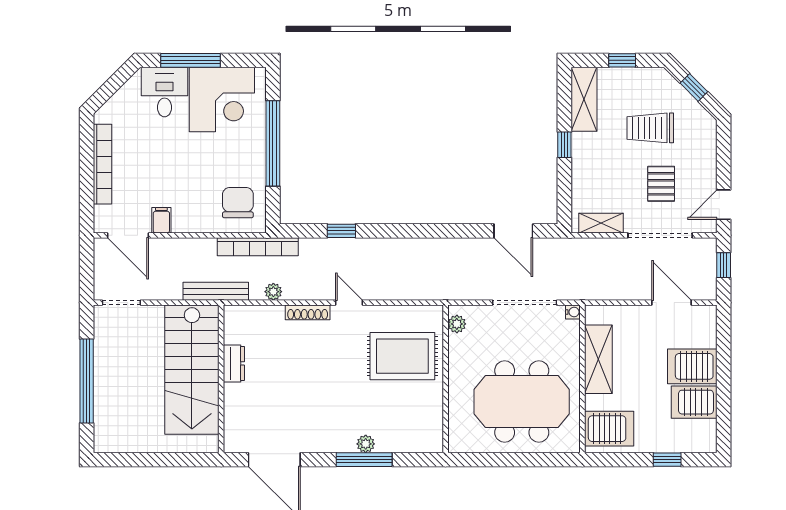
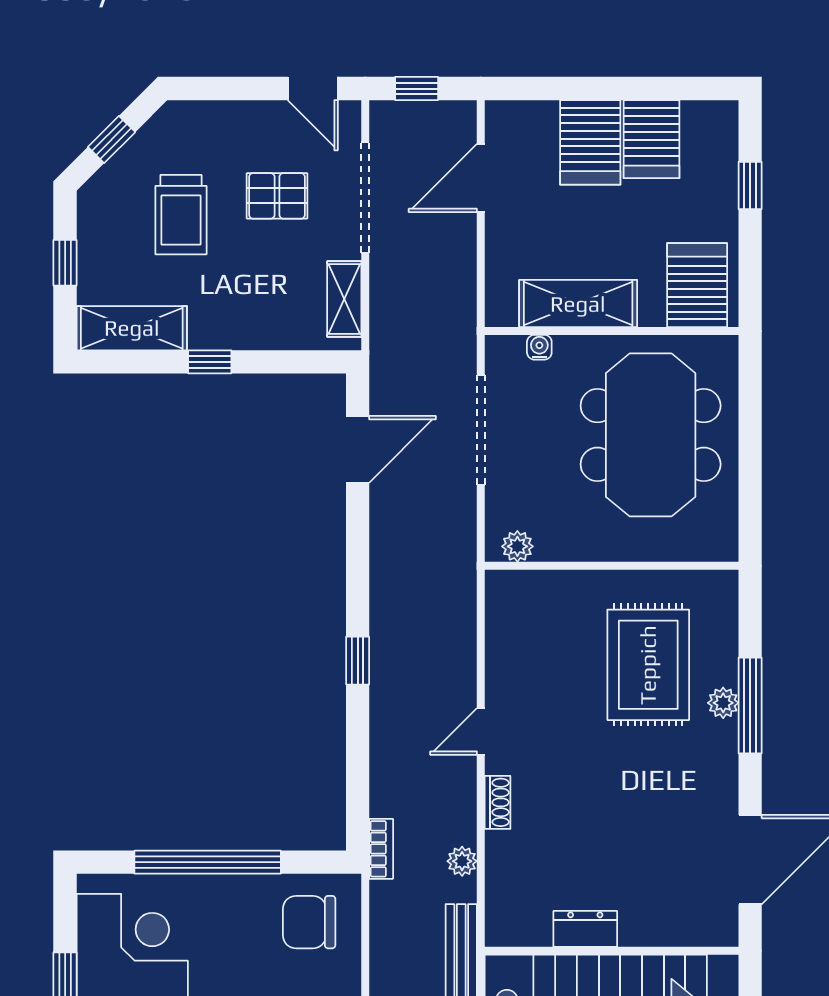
window: (341, 231) -> (358, 661), moved
bookcase: (258, 247) -> (381, 849), width x0.43, depth x0.76
shoe rack: (308, 312) -> (498, 802), width x0.70
water cooler: (573, 312) -> (539, 347), moved
rug: (402, 356) -> (648, 665), moved

